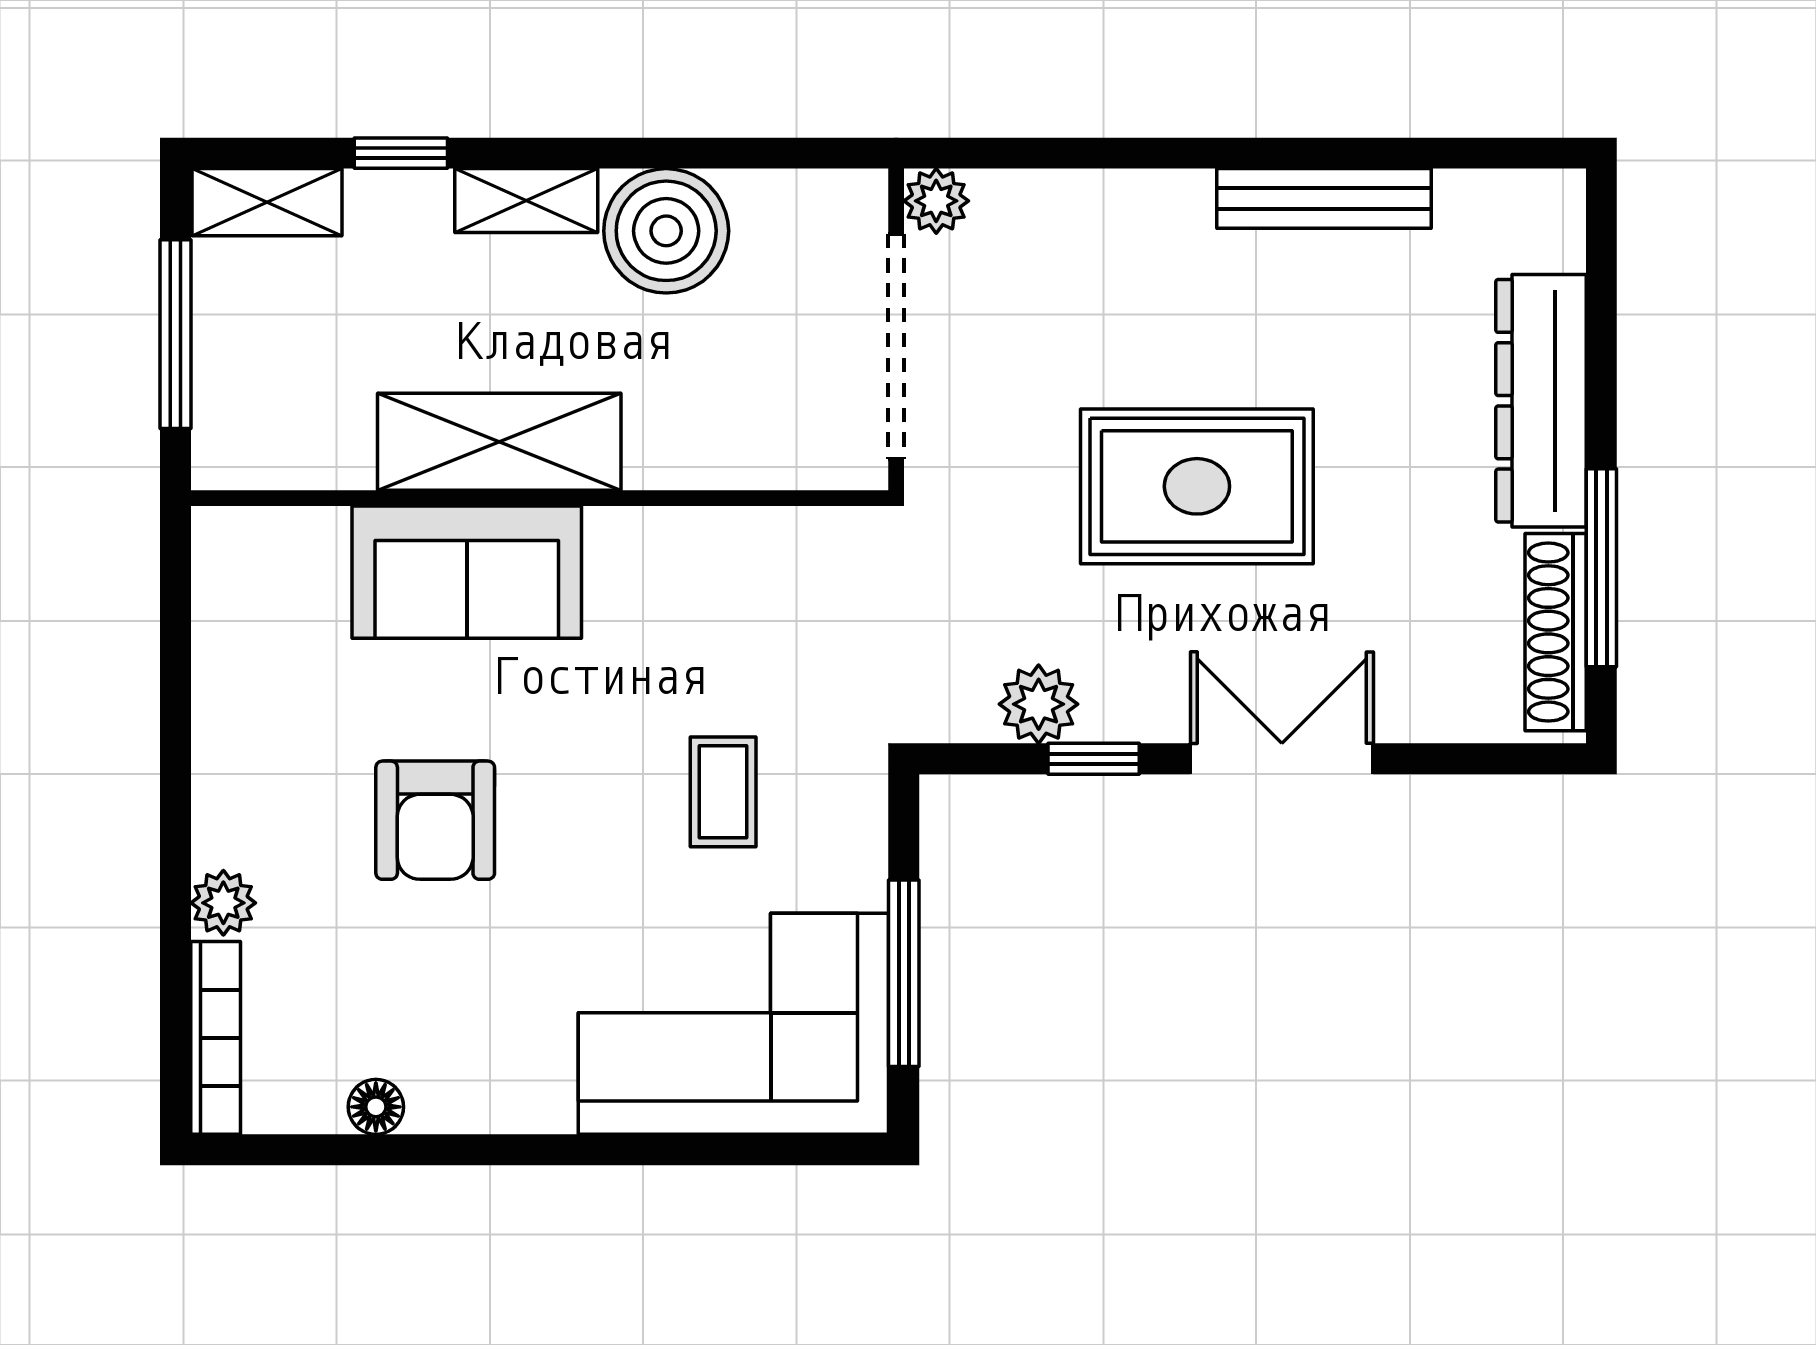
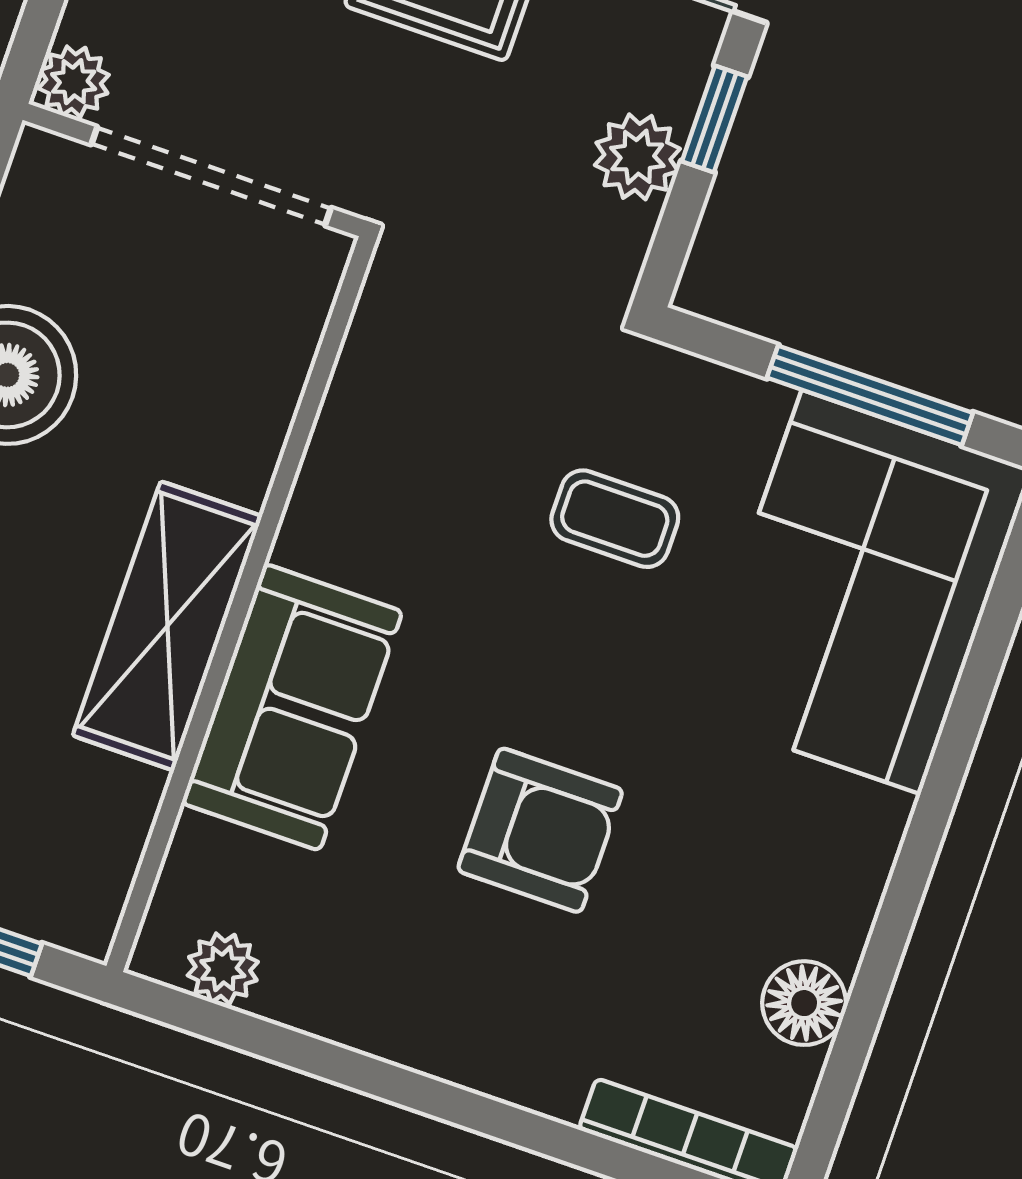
plant: (223, 903) -> (223, 969), moved
floor lamp: (376, 1107) -> (804, 1003), width x1.37, depth x1.37

